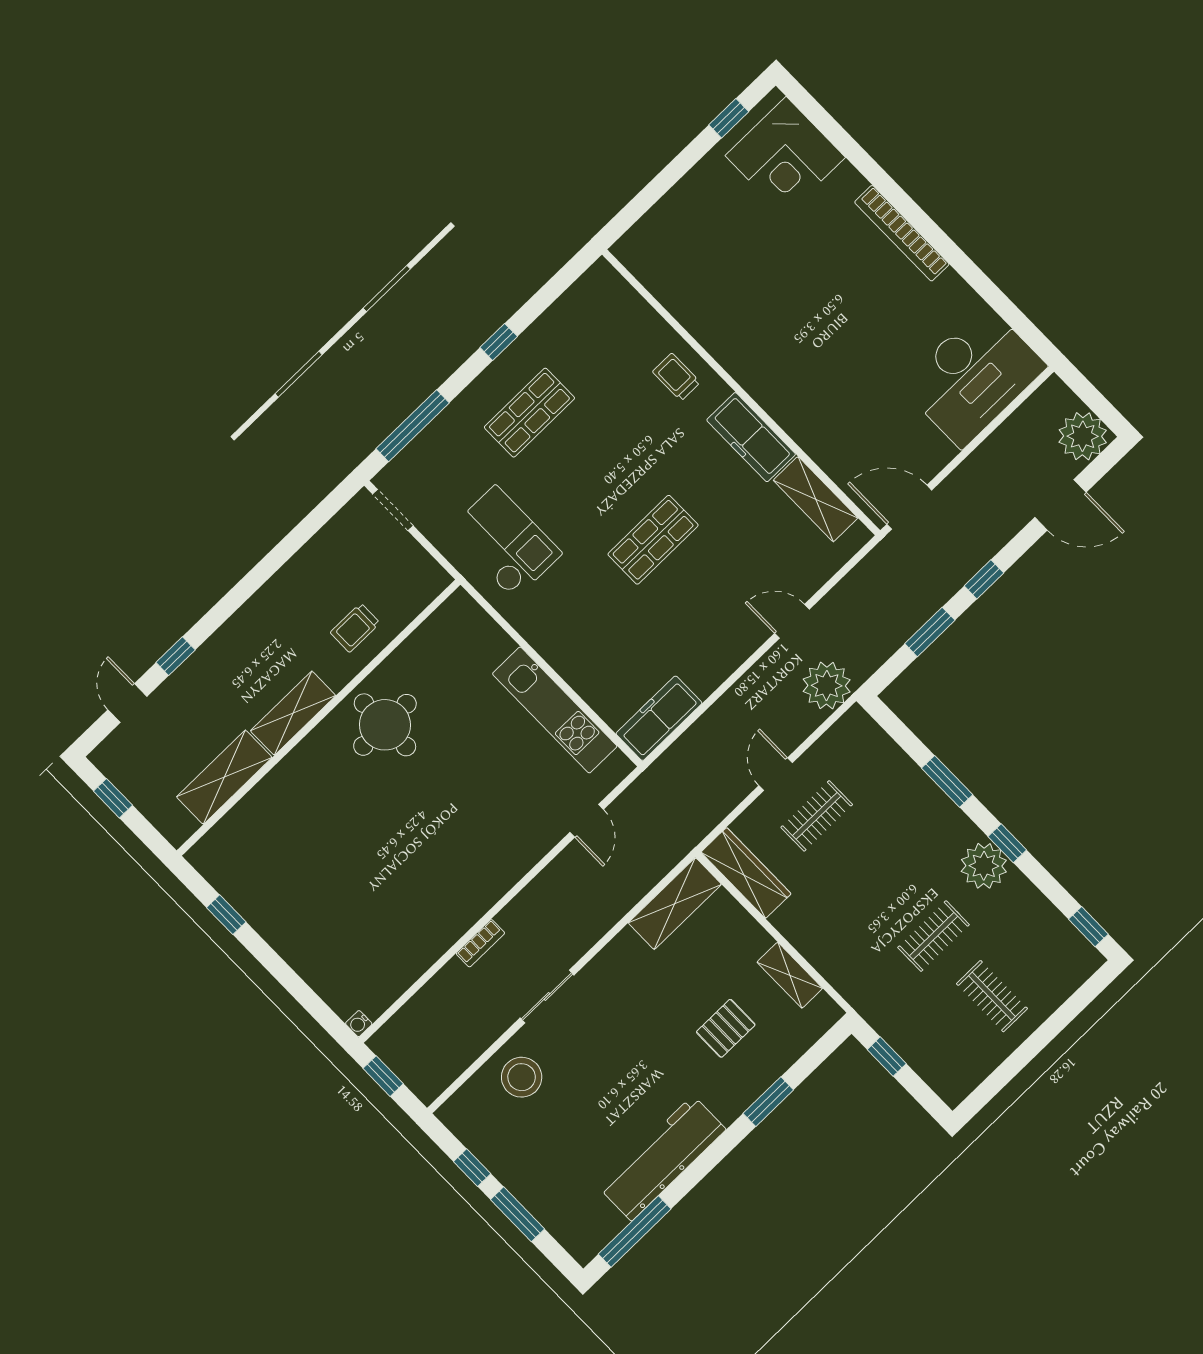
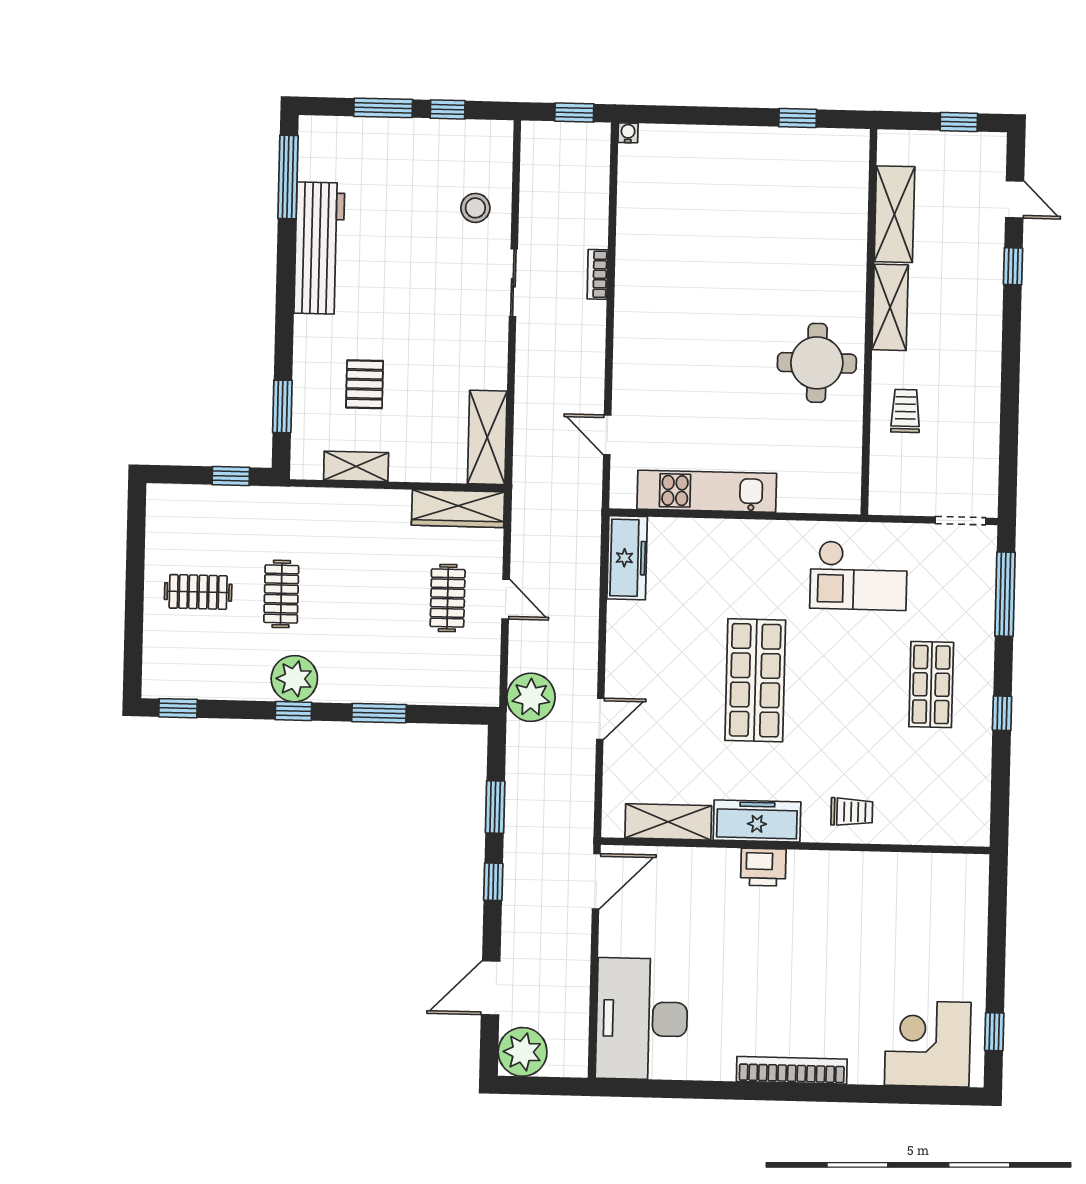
printer: (779, 399) -> (763, 867), added
shop shelf: (653, 540) -> (755, 680), width x1.43, depth x1.36
stool: (522, 1077) -> (475, 208), width x0.73, depth x0.73
window: (768, 1102) -> (282, 406), moved

